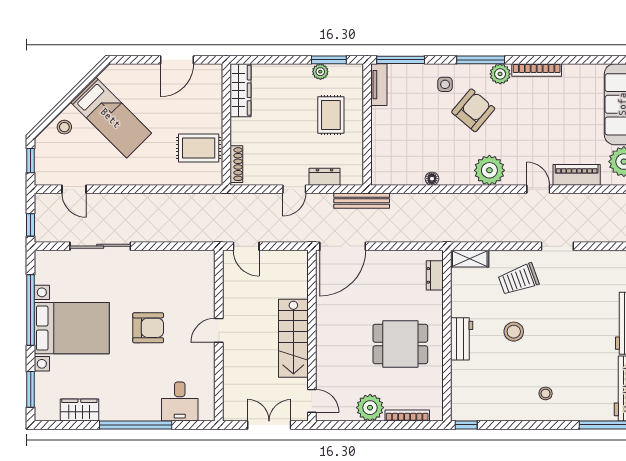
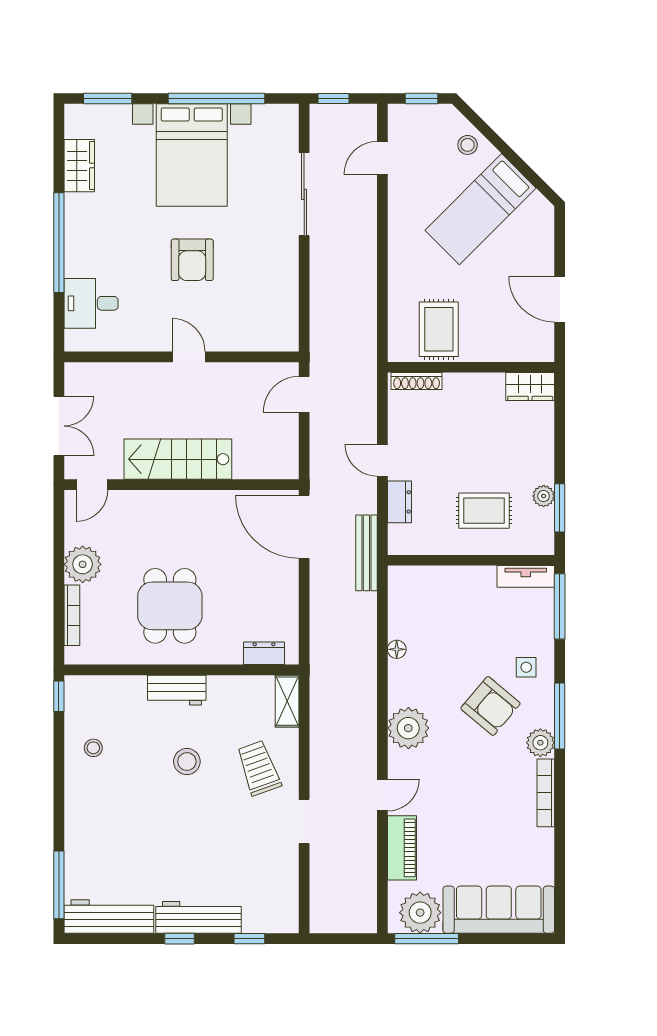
wardrobe: (240, 90) -> (530, 387), width x0.67
stool: (546, 393) -> (93, 748), moved

